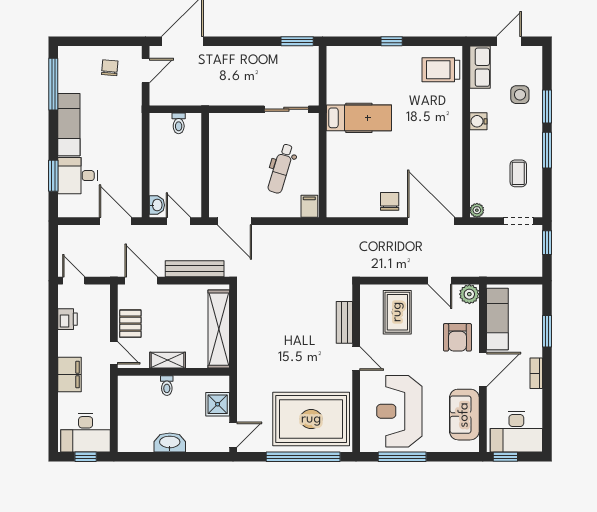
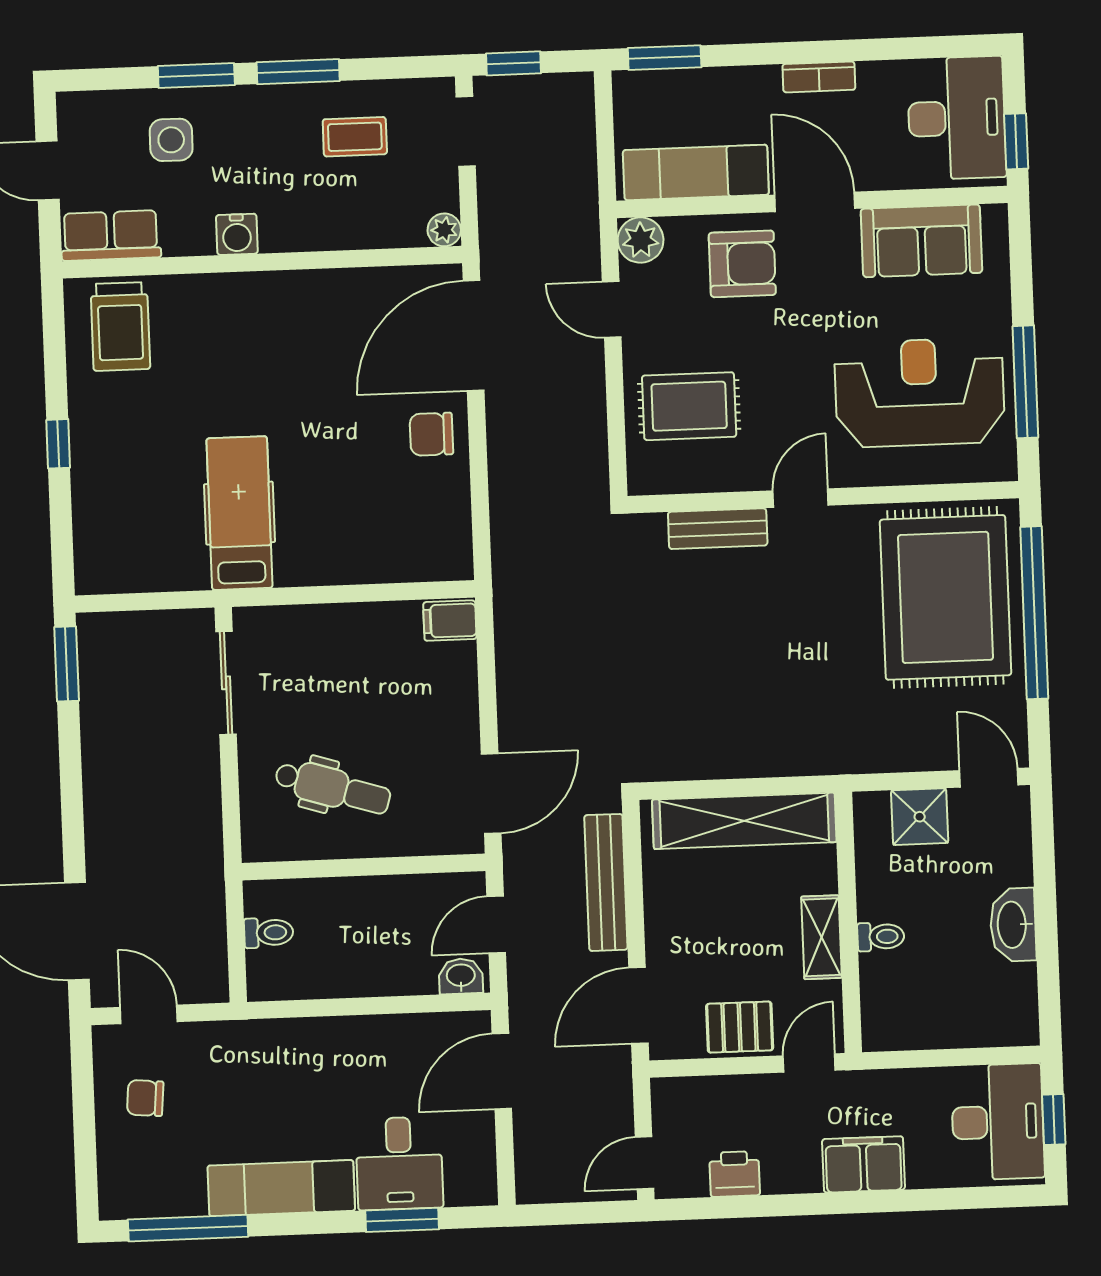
dental chair: (281, 169) -> (333, 788), moved
door: (440, 281) -> (612, 310), swing flipped
window: (547, 331) -> (665, 58), moved
reception desk: (399, 411) -> (920, 392), turned 180

